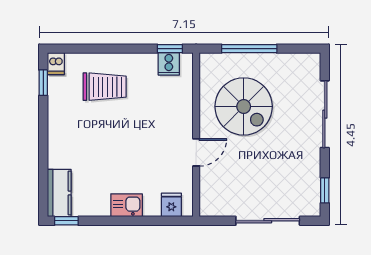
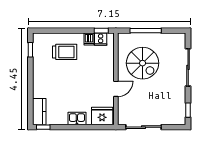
dishwasher: (56, 64) -> (89, 39), moved
fridge: (171, 205) -> (102, 116), width x1.88, depth x1.34
sliding door: (268, 221) -> (143, 127), moved

